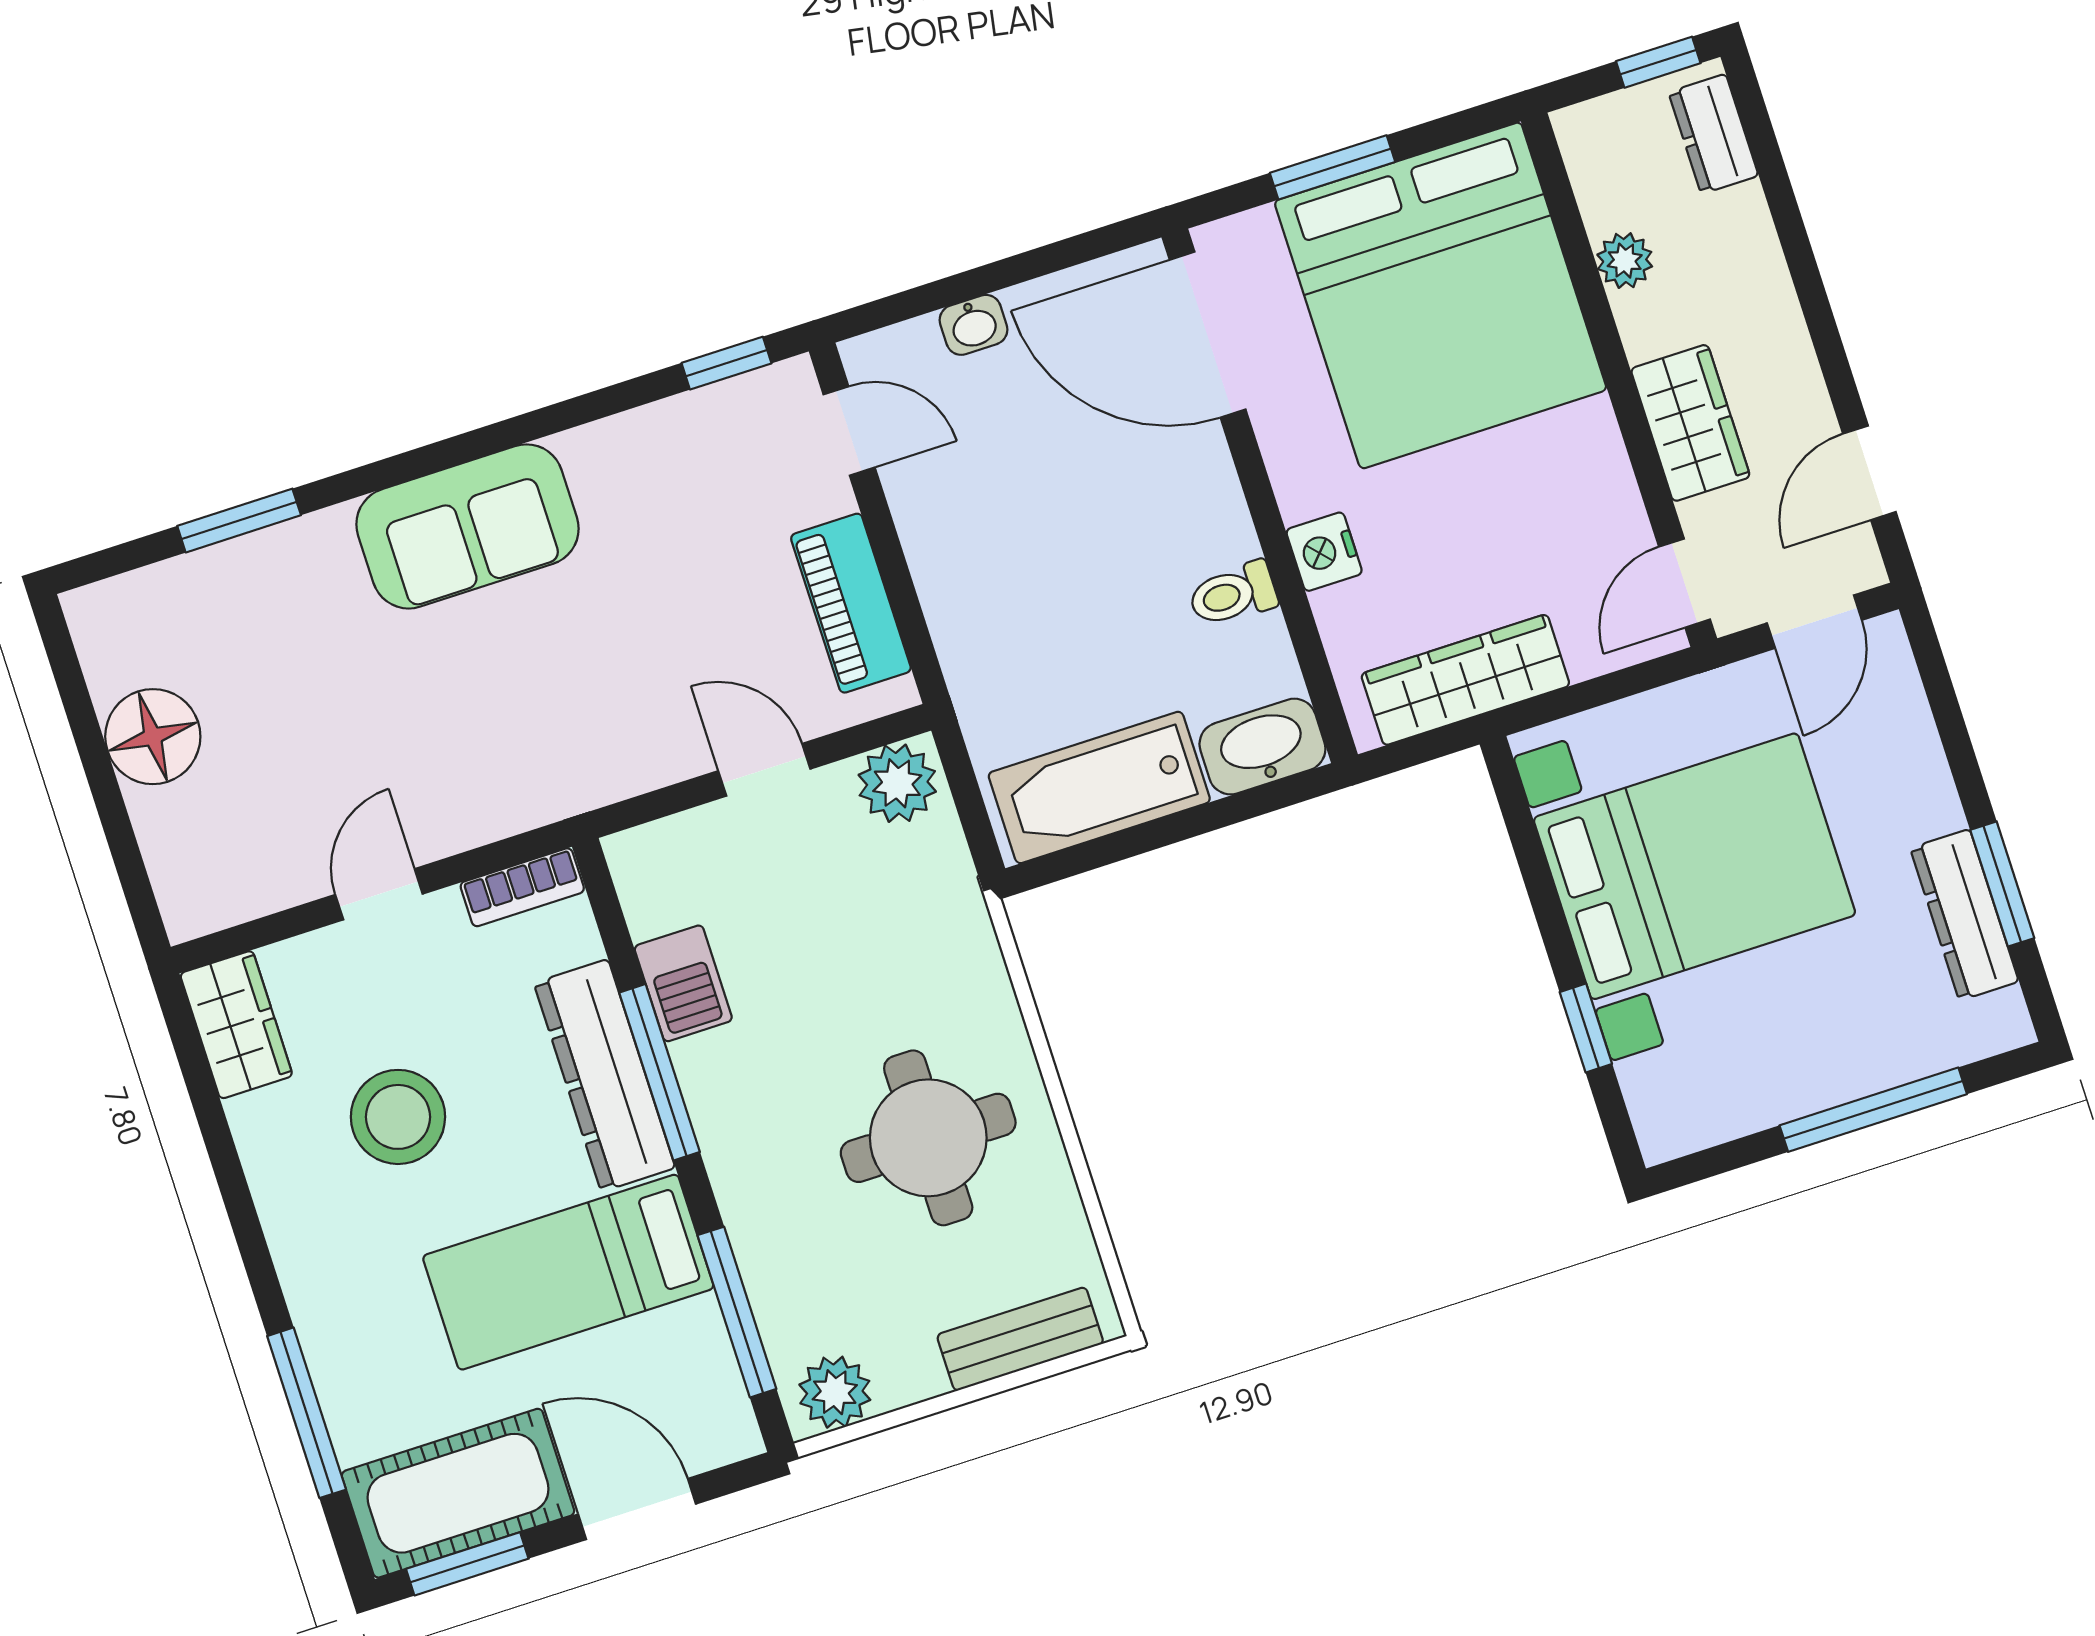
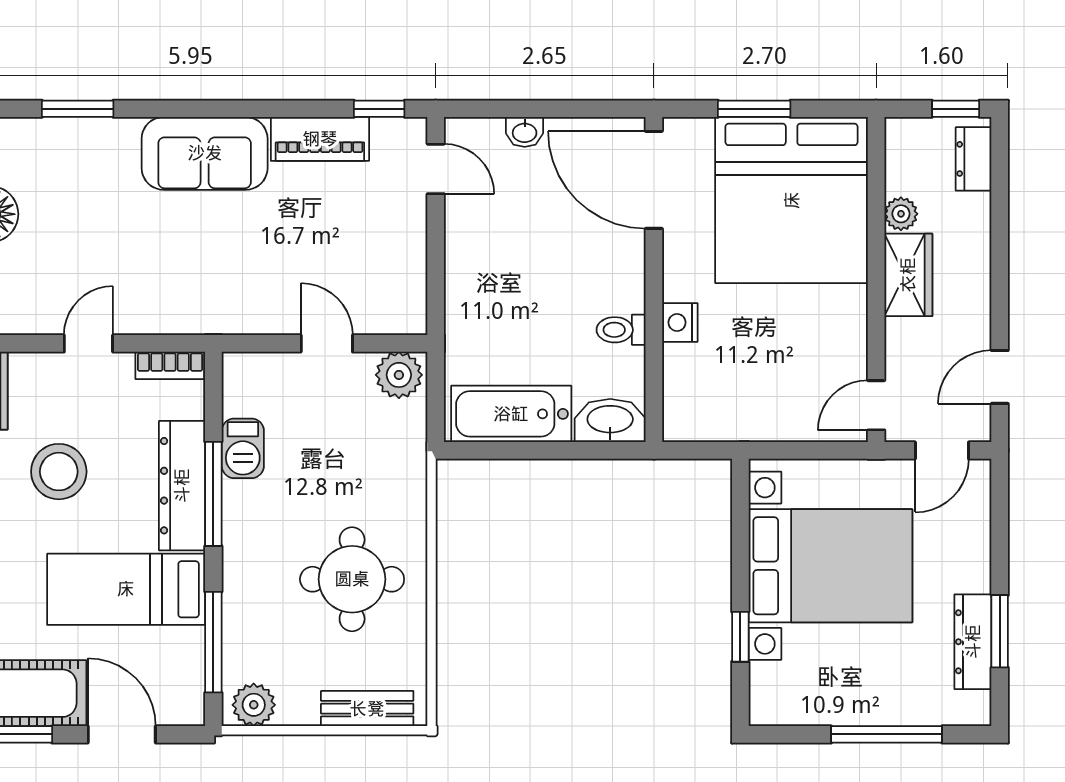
wardrobe: (1690, 423) -> (908, 275), moved
piano: (851, 603) -> (320, 139), moved, turned -90
wardrobe: (1465, 680) -> (736, 420), removed

